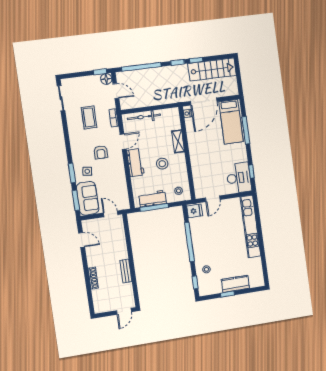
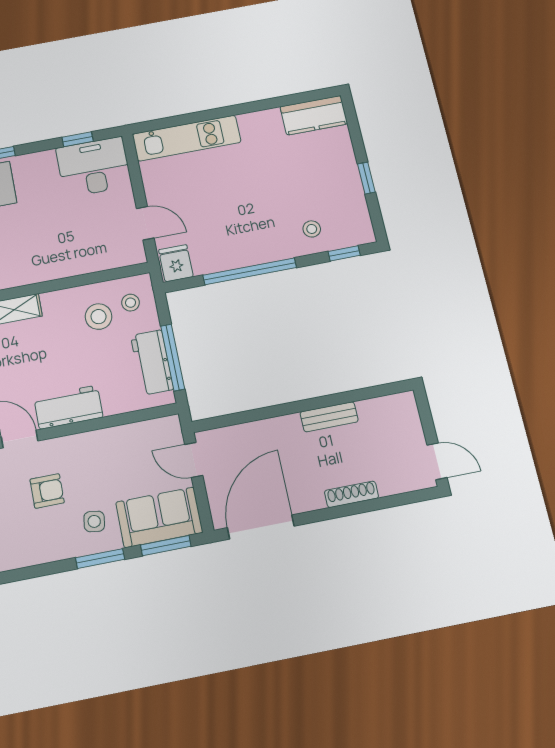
stool: (162, 164) -> (99, 317), moved
door: (111, 214) -> (194, 460), hinge flipped
kitchen unit: (250, 227) -> (187, 138), width x0.73
door: (82, 240) -> (261, 527), width x1.87
kitchen counter: (235, 284) -> (314, 115), moved, turned -90
door: (124, 311) -> (437, 461), moved

